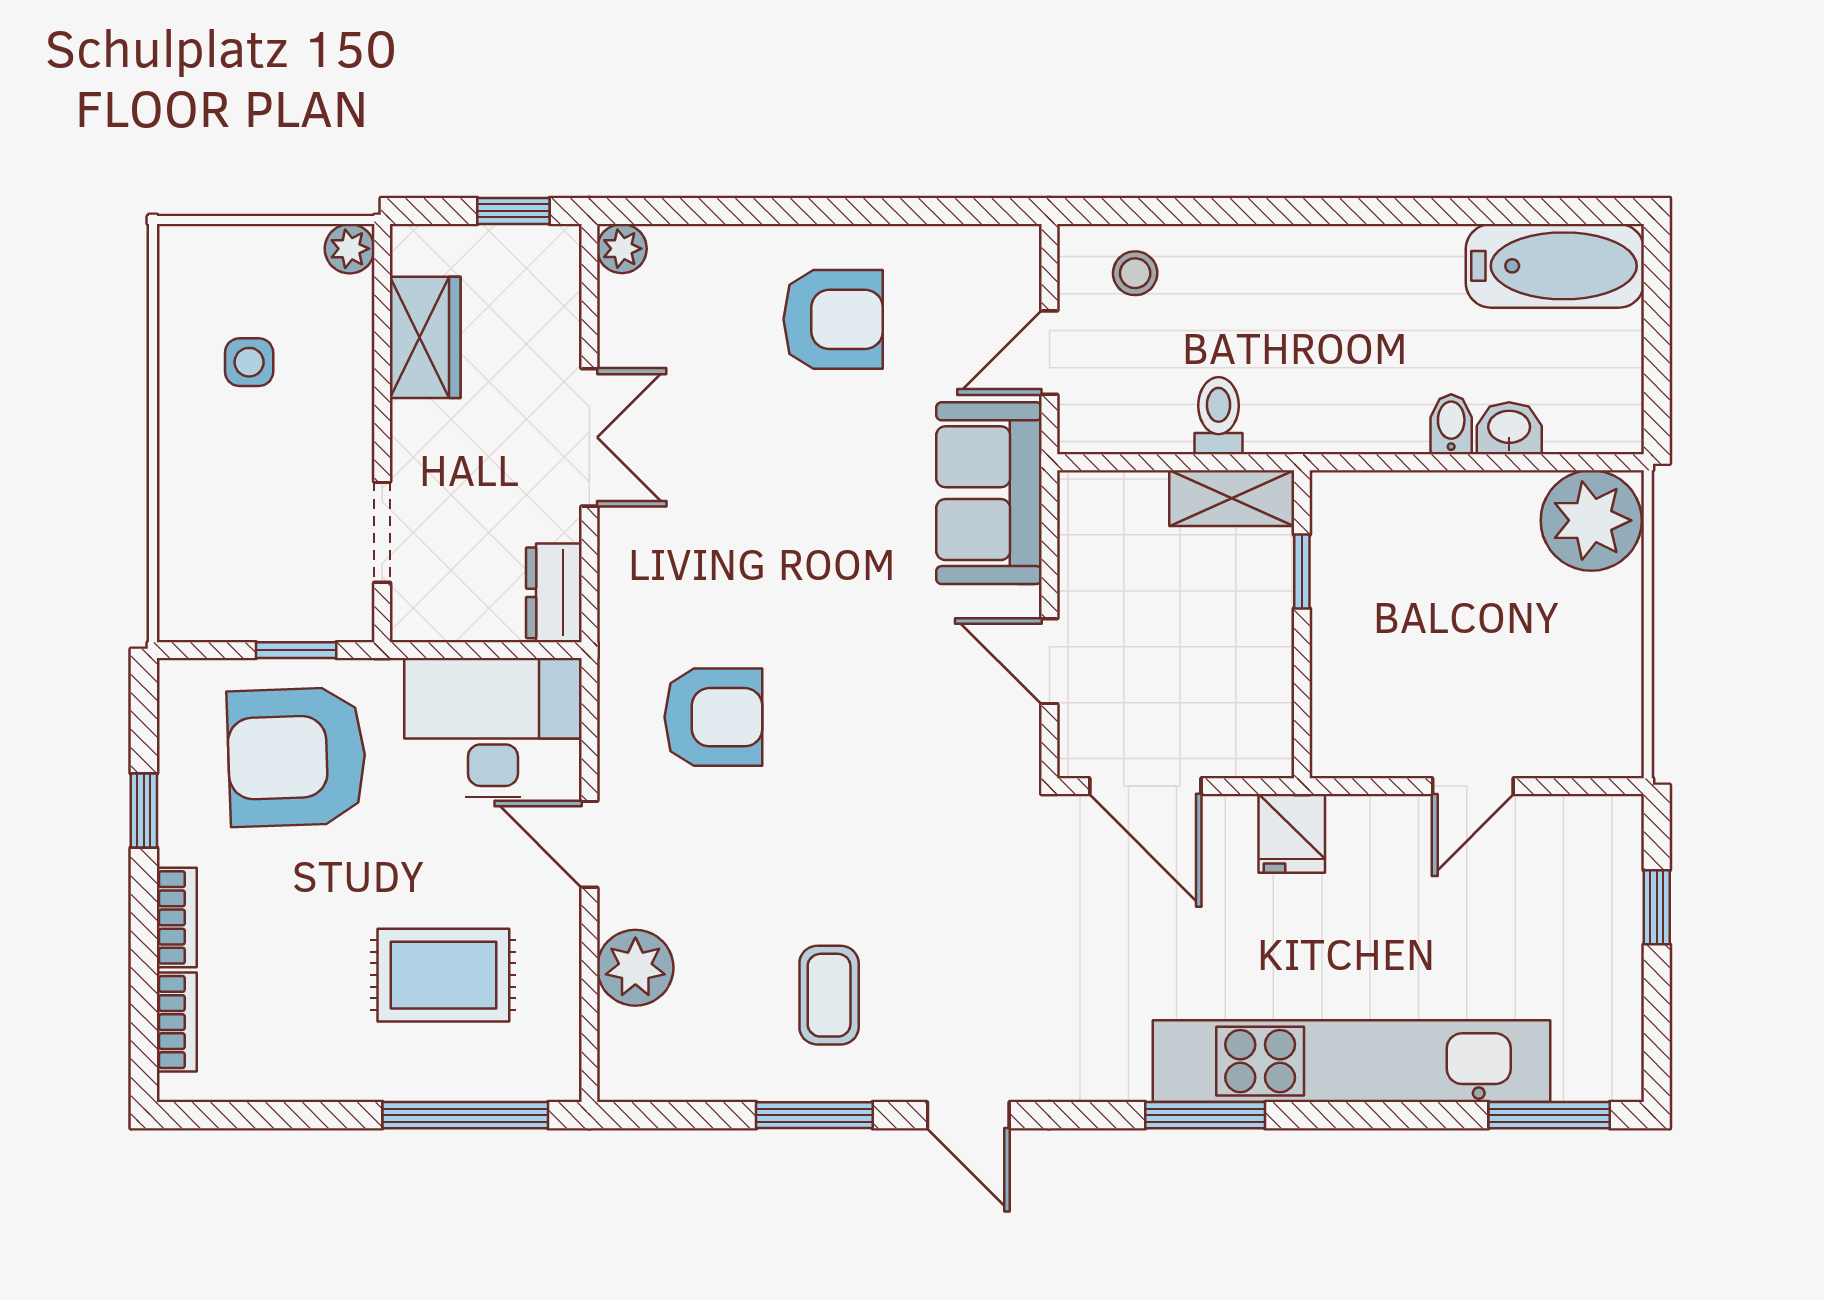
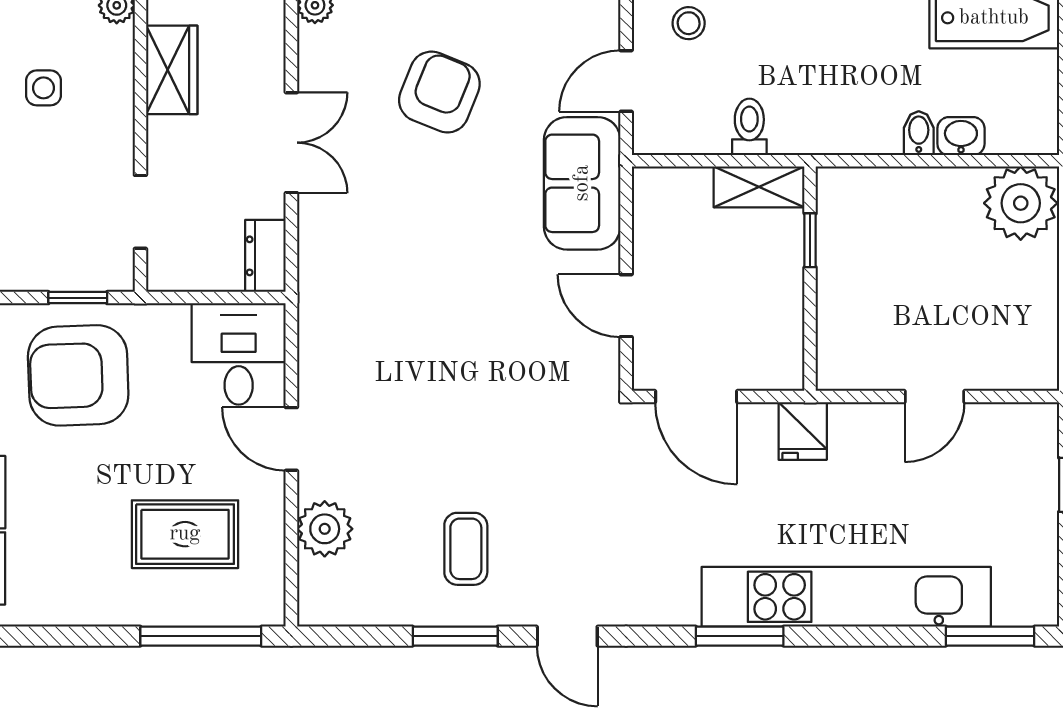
armchair: (833, 319) -> (439, 92), moved, turned -68
armchair: (713, 717) -> (382, 346), removed
desk: (493, 728) -> (239, 354), width x0.73

